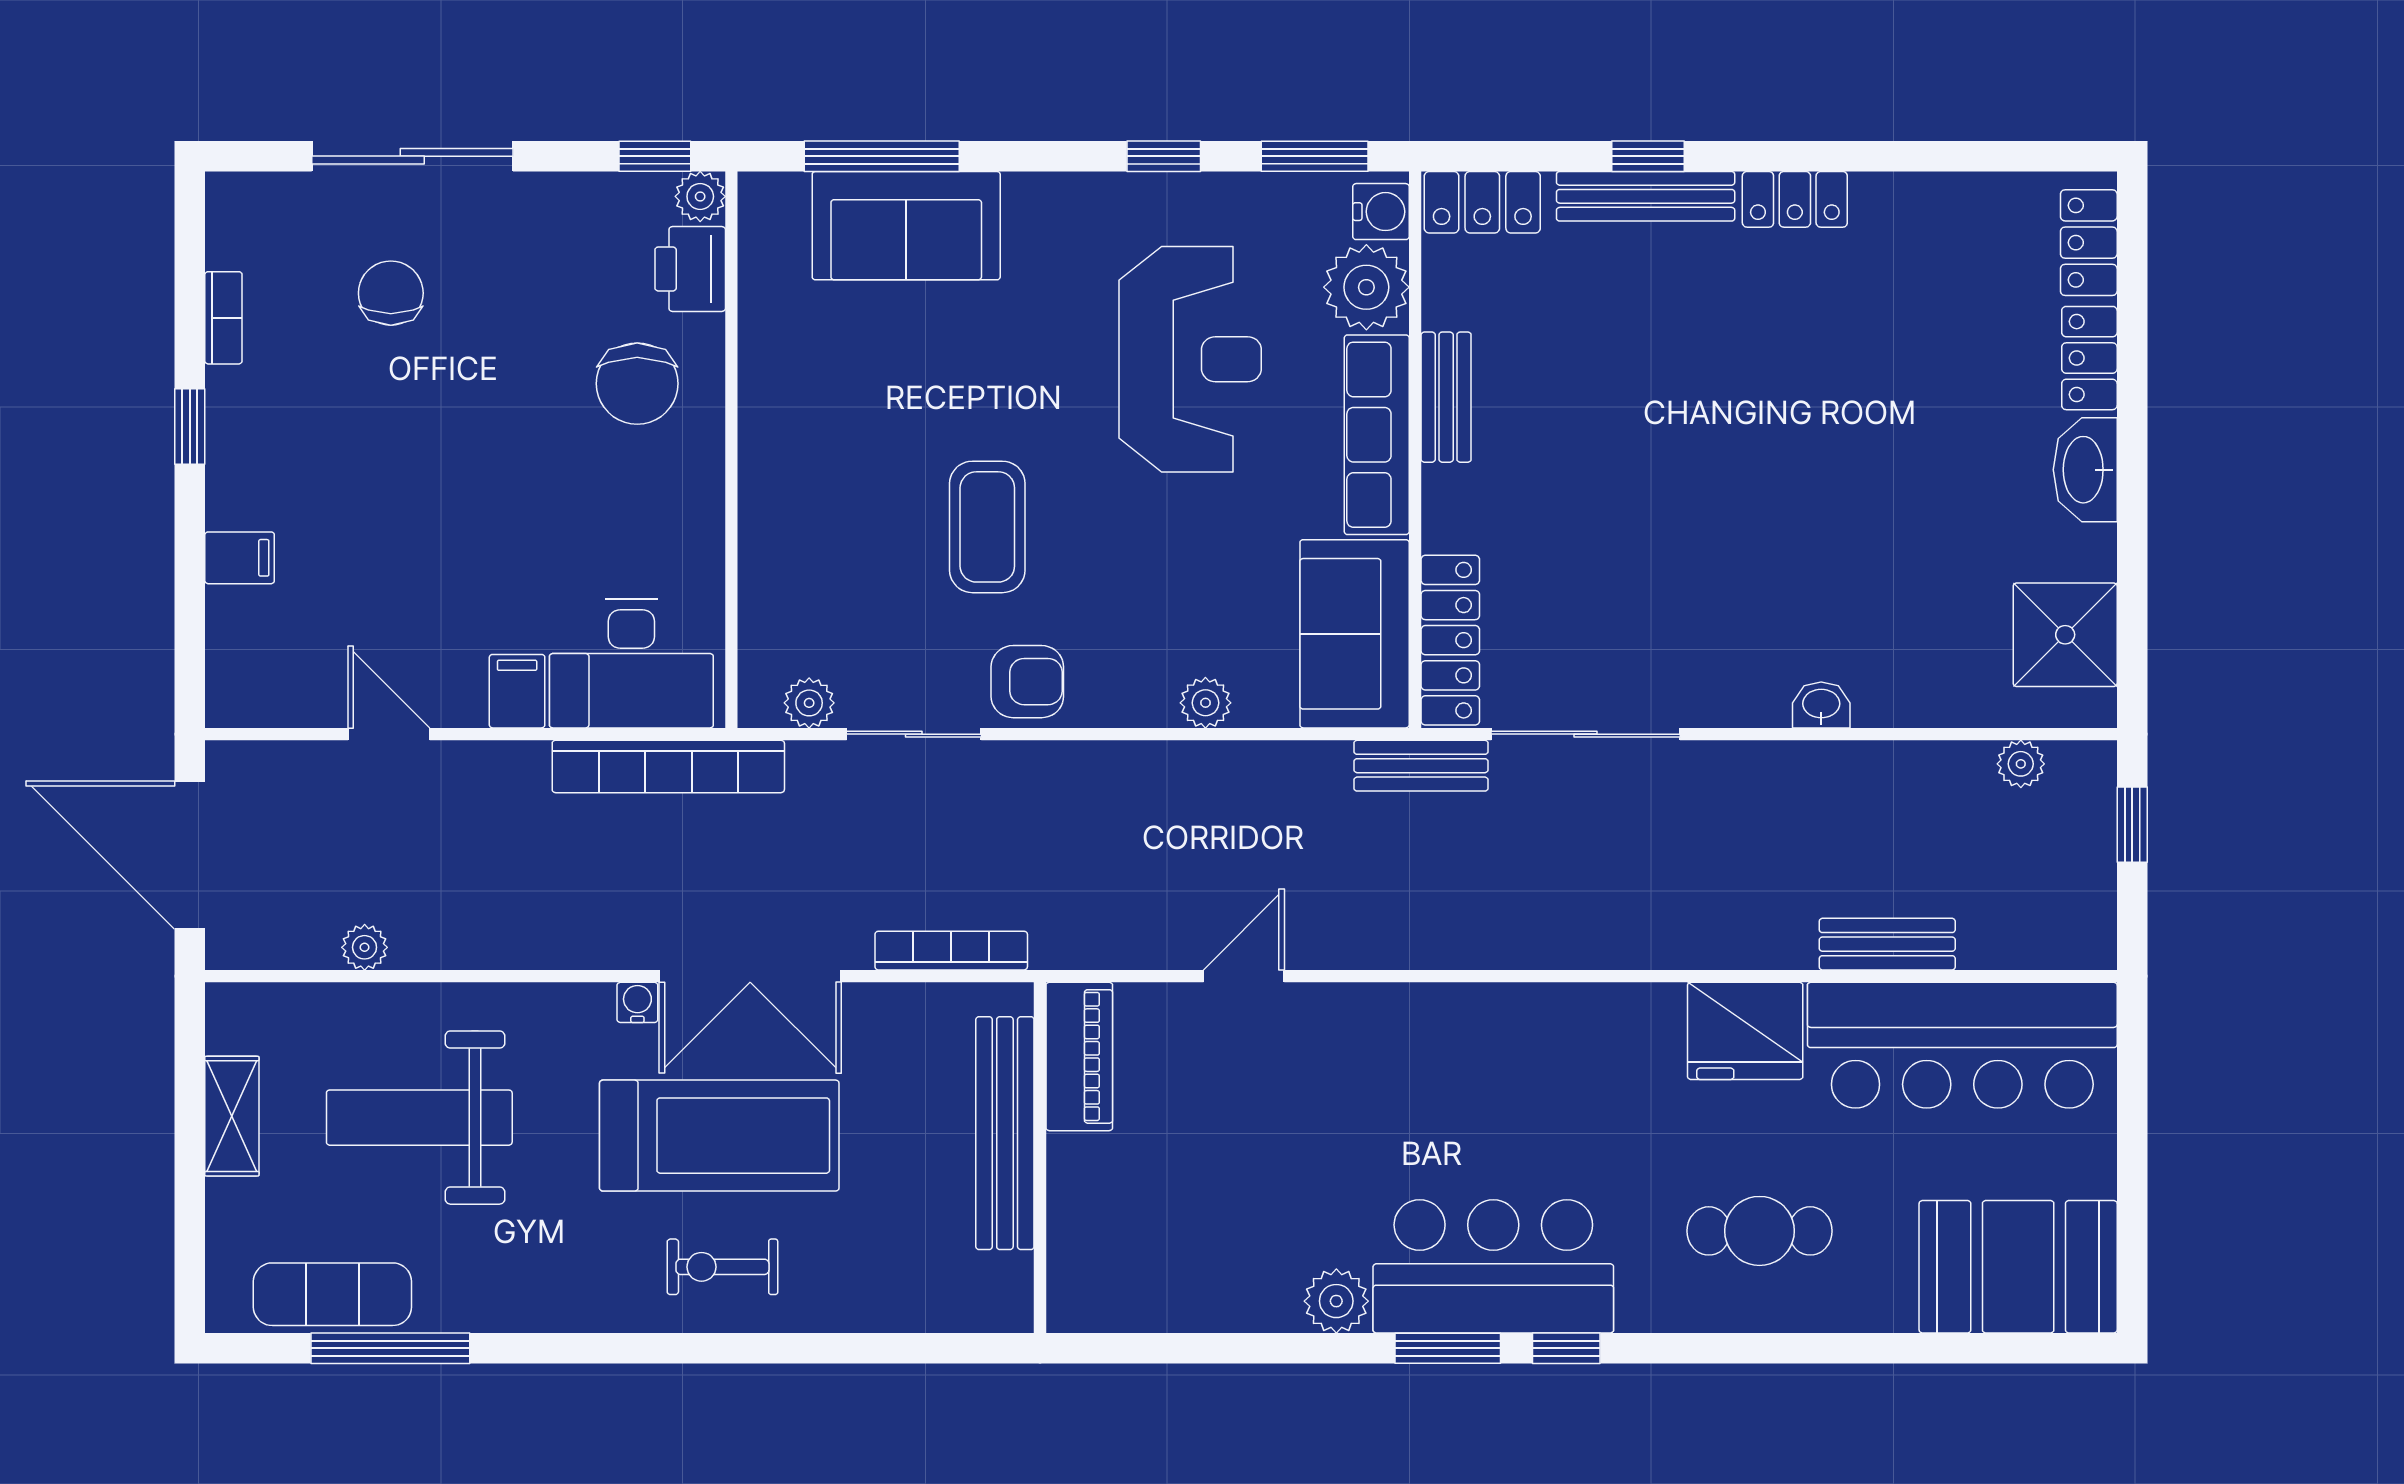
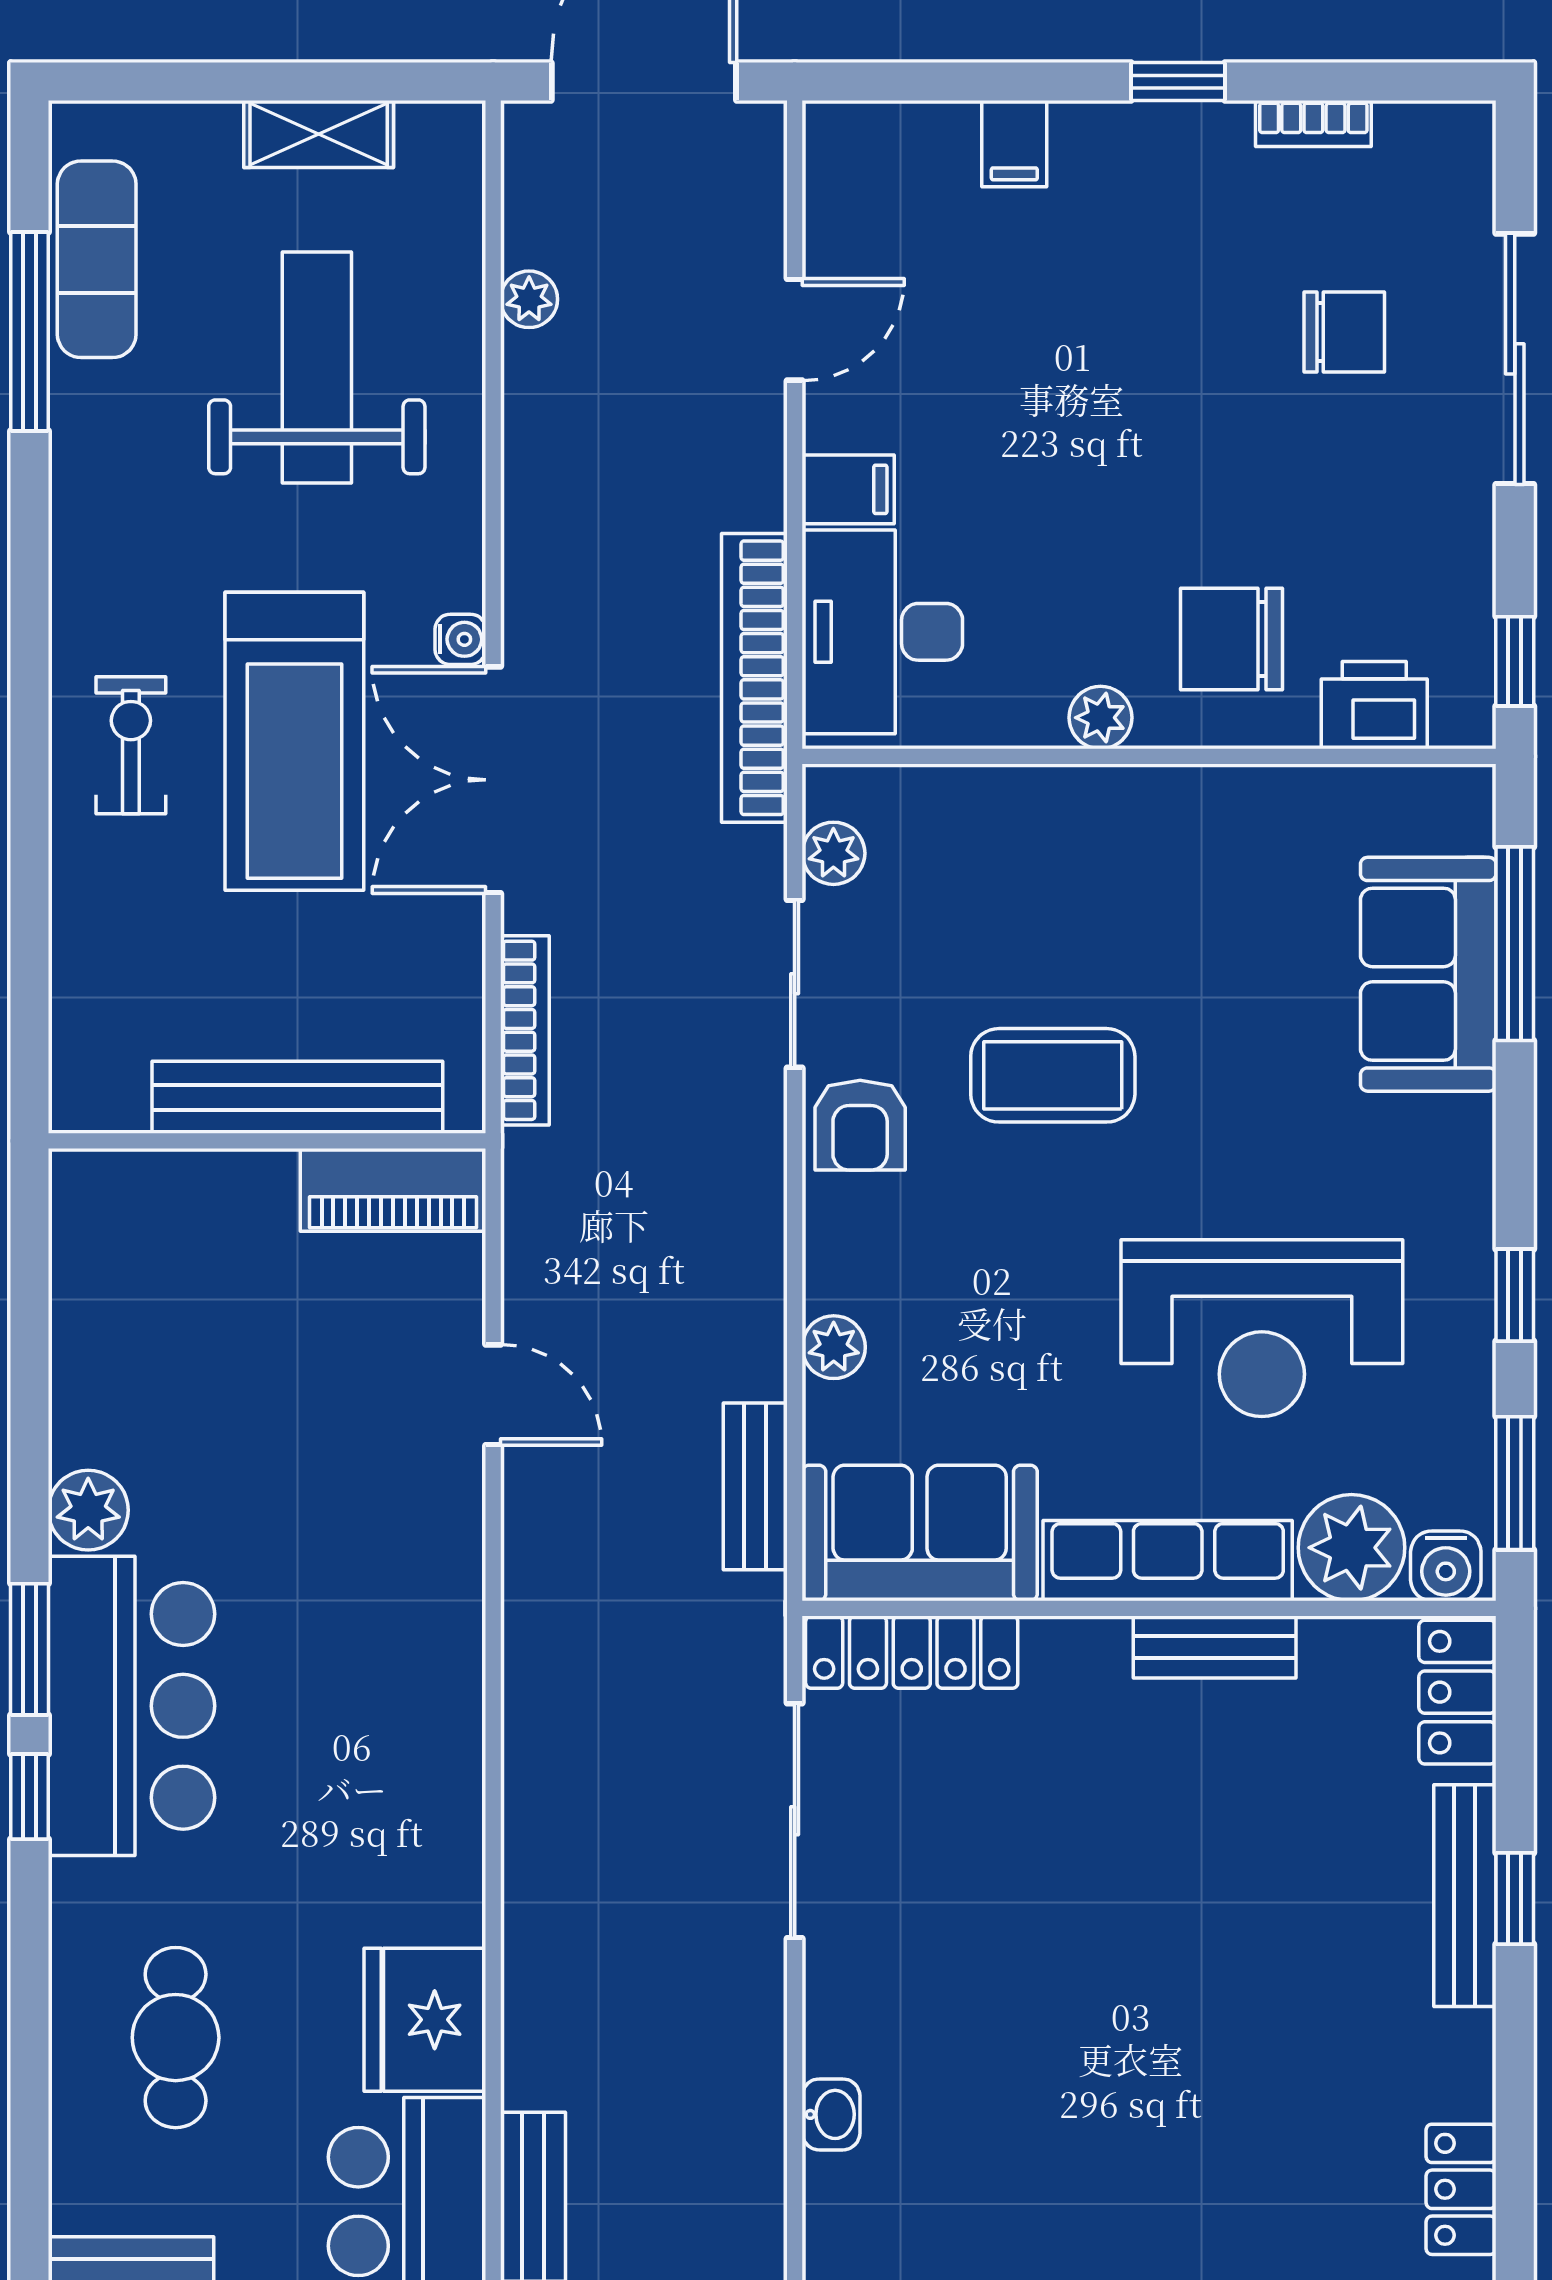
plant: (700, 196) -> (1100, 718), moved
locker: (1795, 199) -> (1461, 2189), moved
bench: (1421, 766) -> (755, 1486), moved

